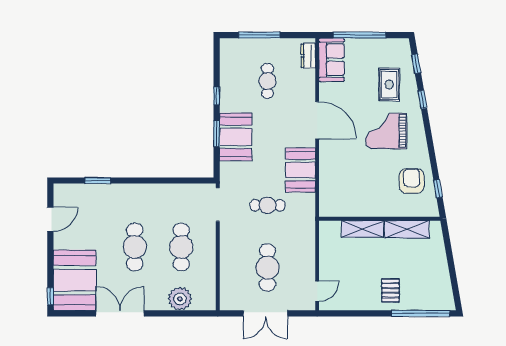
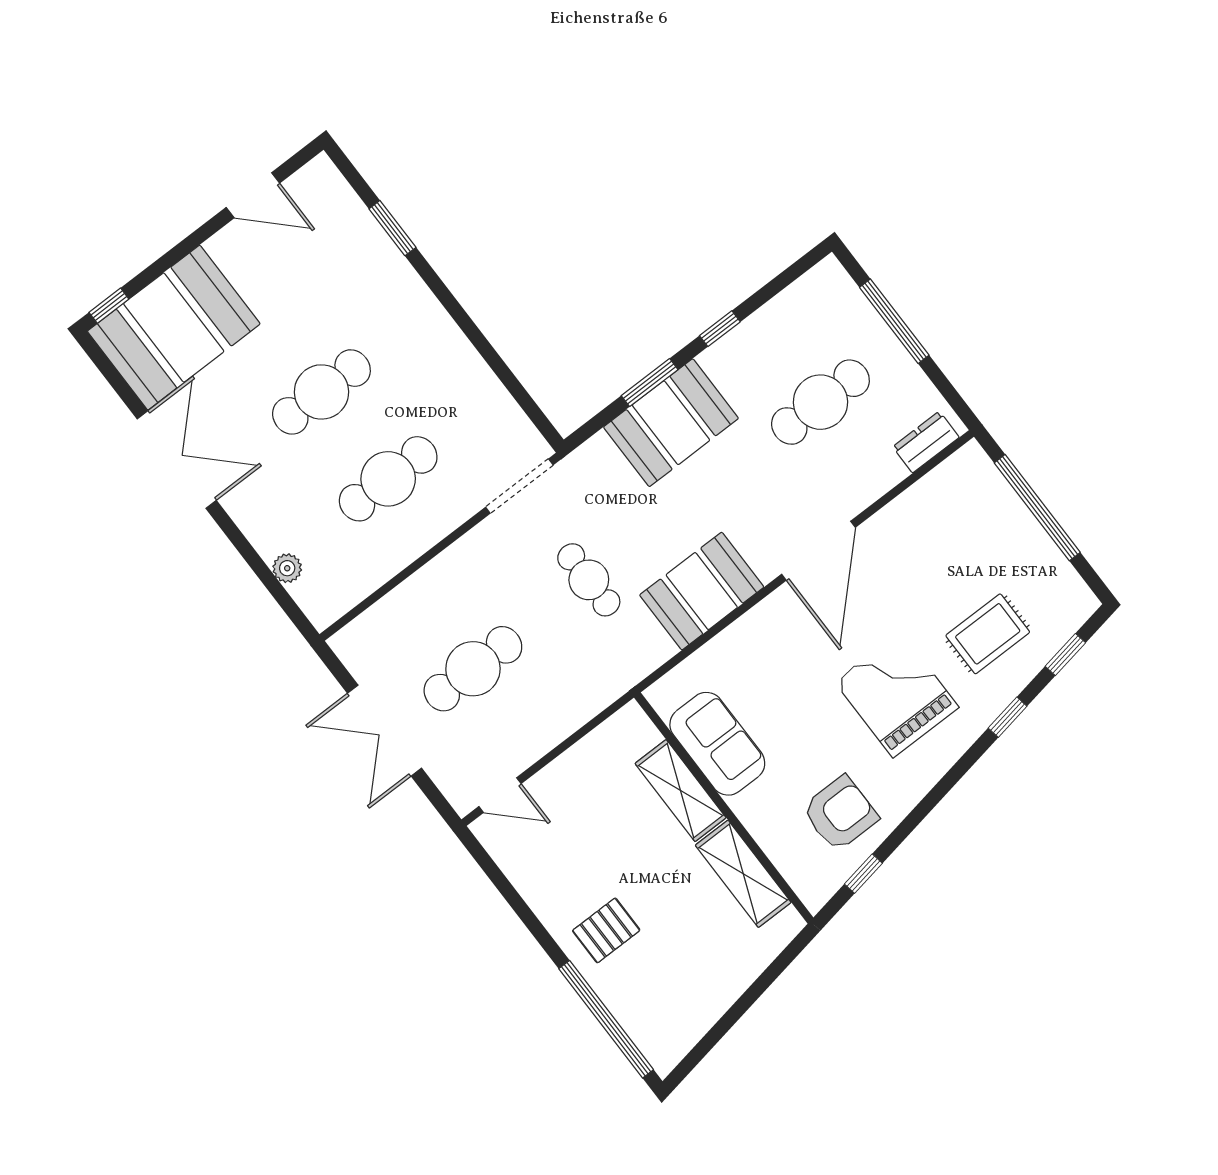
sofa: (332, 60) -> (717, 744), moved, turned -90
cafe table: (267, 81) -> (820, 402), width x1.37, depth x1.35
plant: (180, 299) -> (287, 568), width x0.53, depth x0.53

